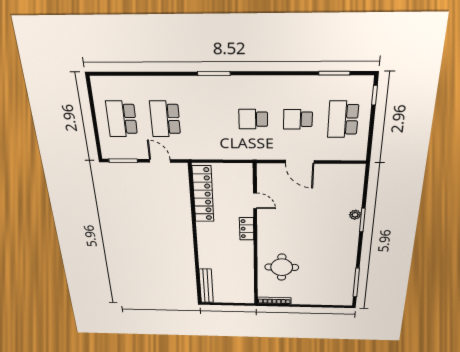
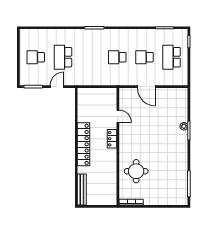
school desk: (122, 119) -> (36, 57), width x0.54
door: (160, 161) -> (57, 87), hinge flipped
locker: (203, 194) -> (84, 144), moved

